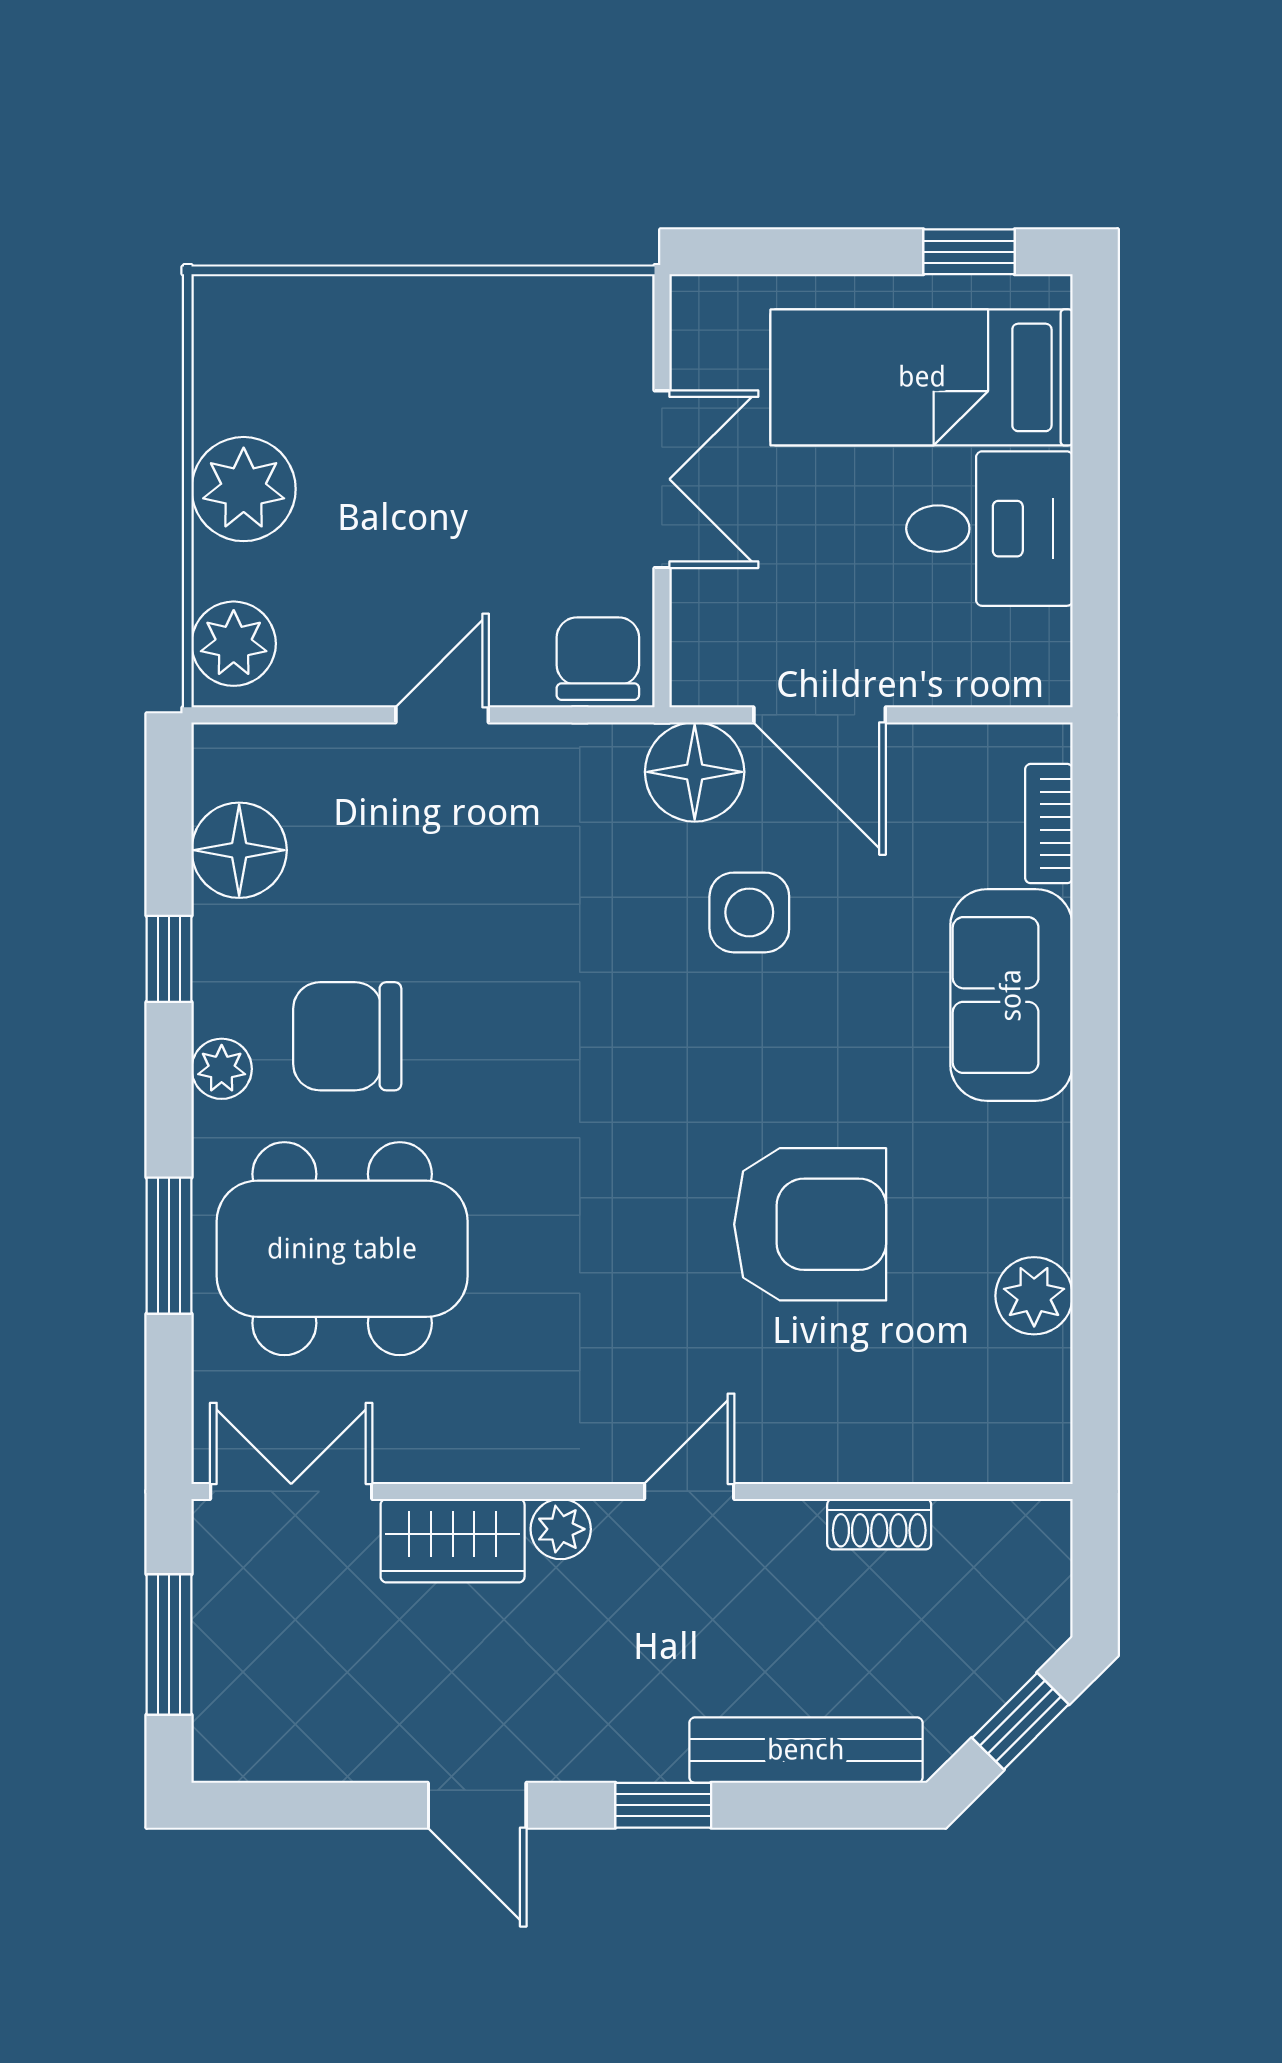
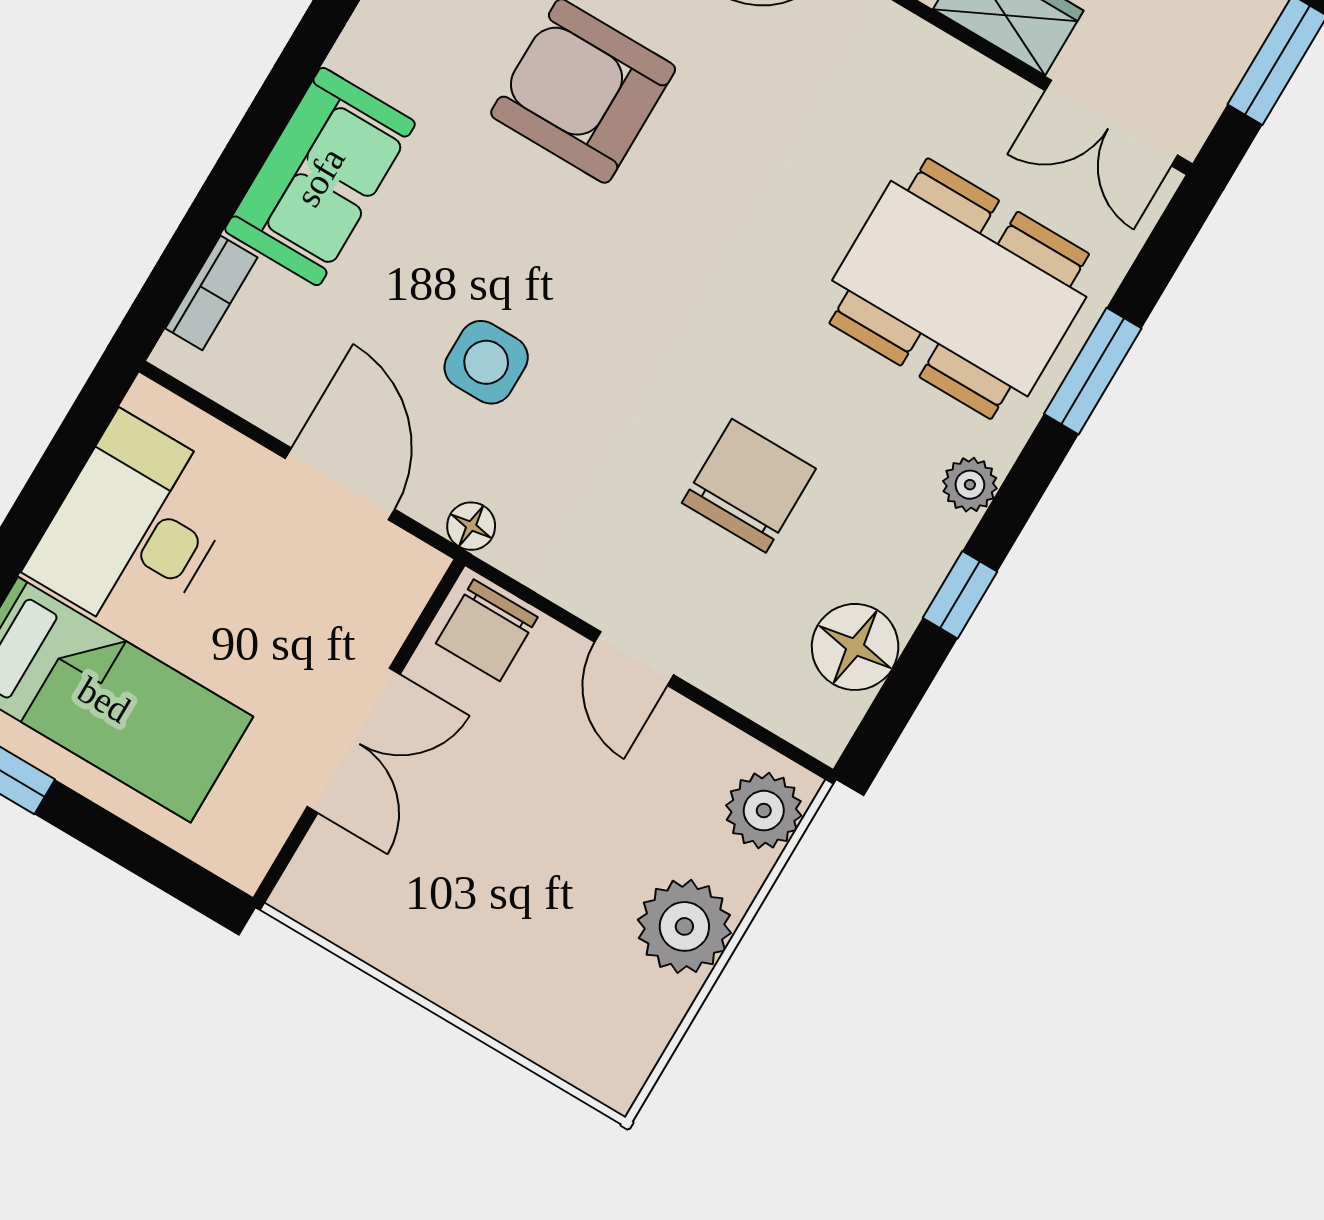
double door: (662, 479) -> (354, 740), swing flipped
desk: (989, 529) -> (135, 528), width x1.37
door: (442, 715) -> (634, 659), hinge flipped
floor lamp: (695, 772) -> (471, 526), width x0.53, depth x0.53
chair: (347, 1036) -> (749, 486), moved, turned -90

